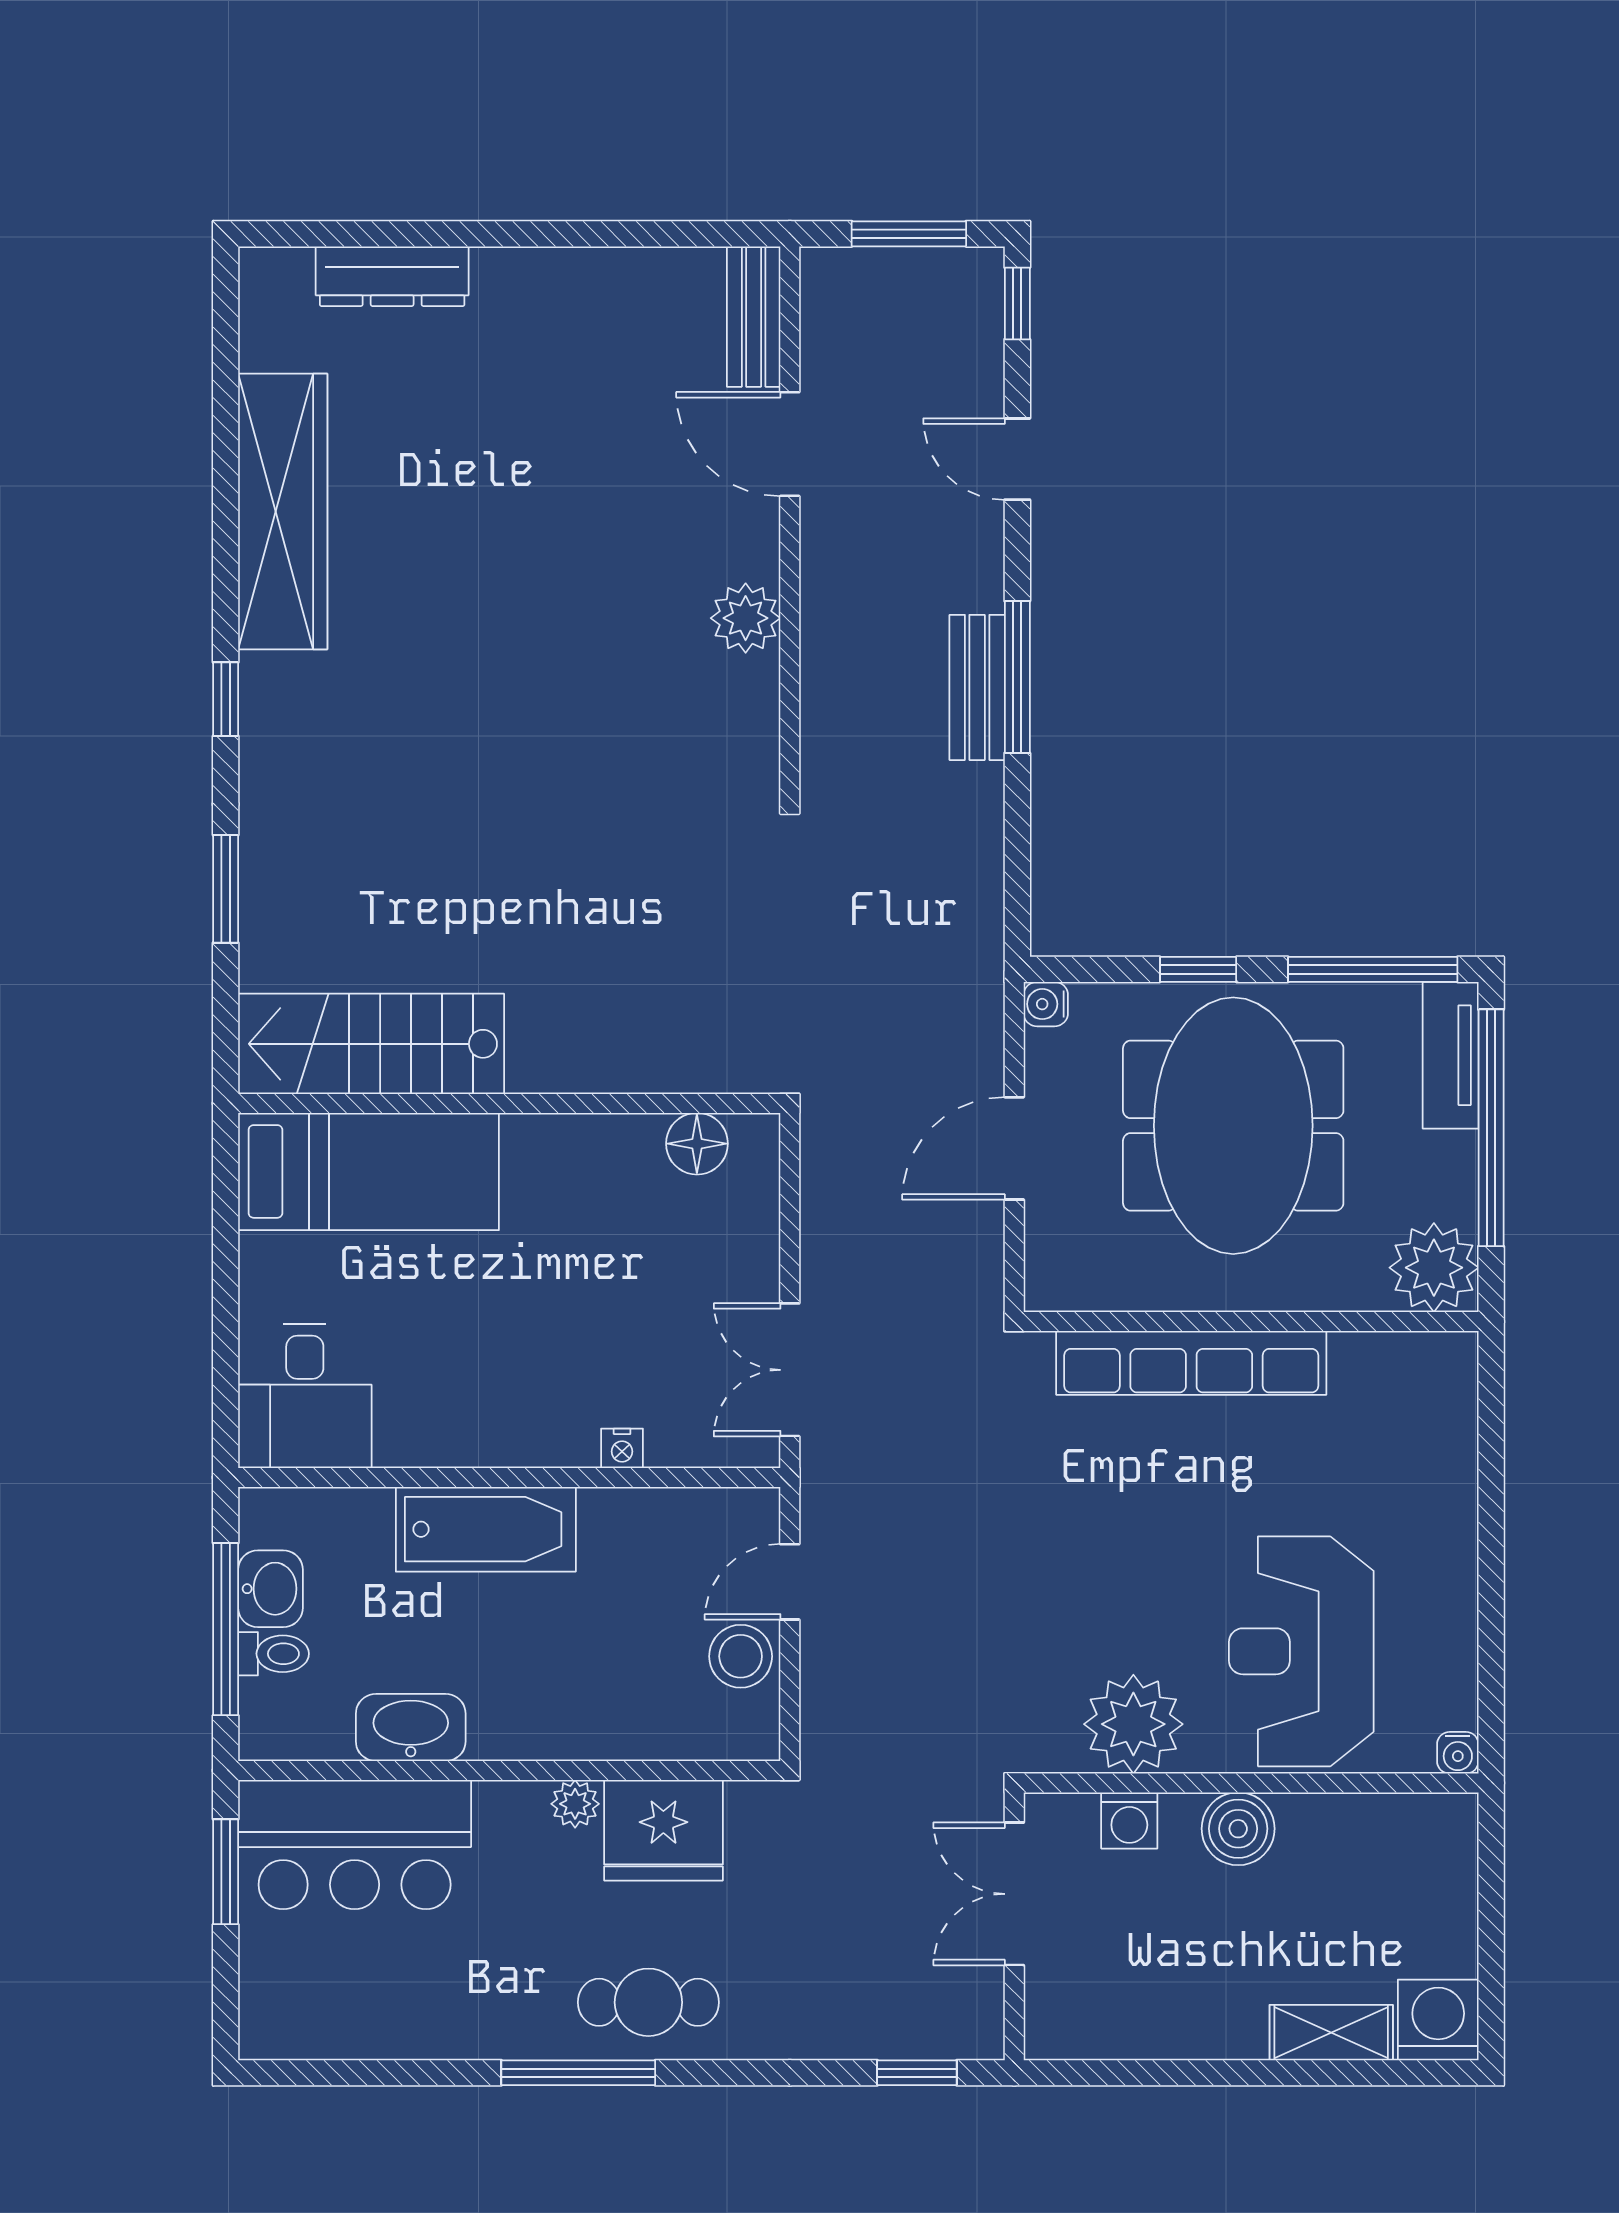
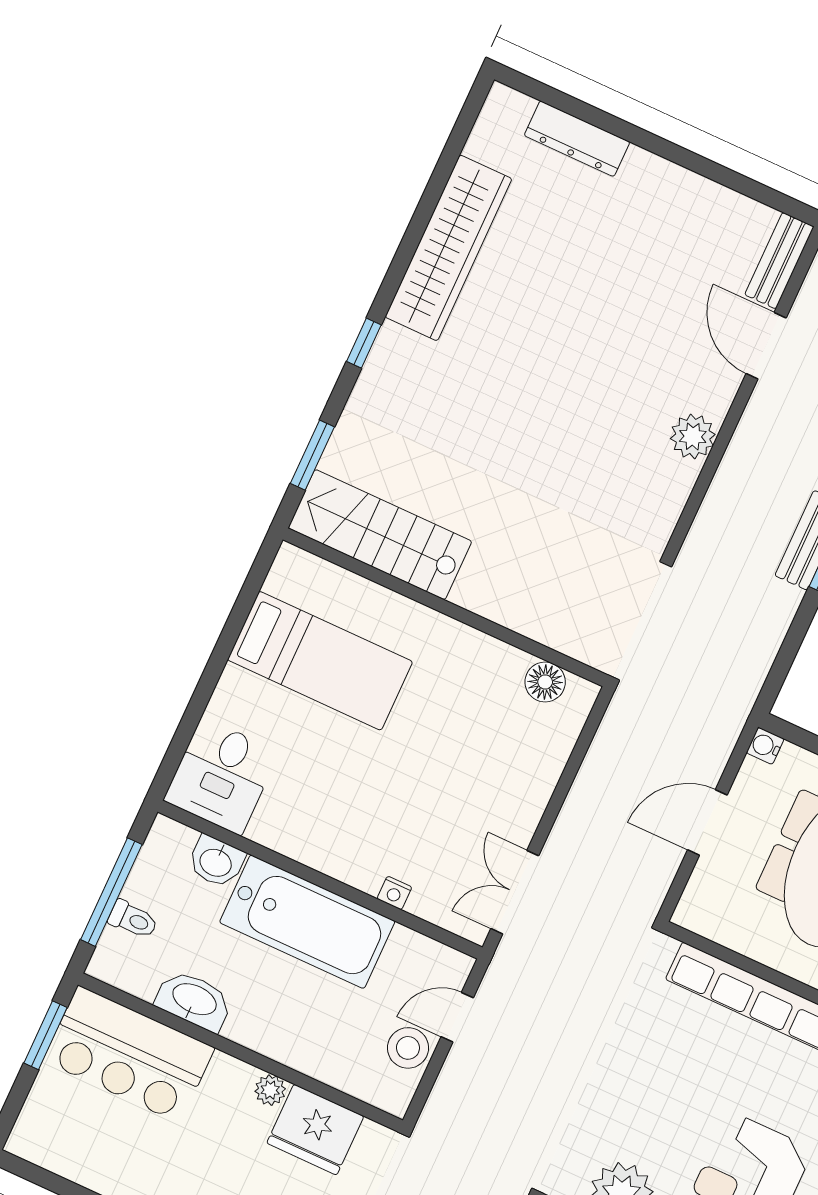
stairs: (371, 1044) -> (380, 535), moved
wall: (509, 1103) -> (445, 607), moved
floor lamp: (697, 1144) -> (545, 682), moved
bathtub: (486, 1529) -> (307, 922), width x1.36, depth x1.36
washbasin: (270, 1589) -> (216, 862), moved, turned 90

